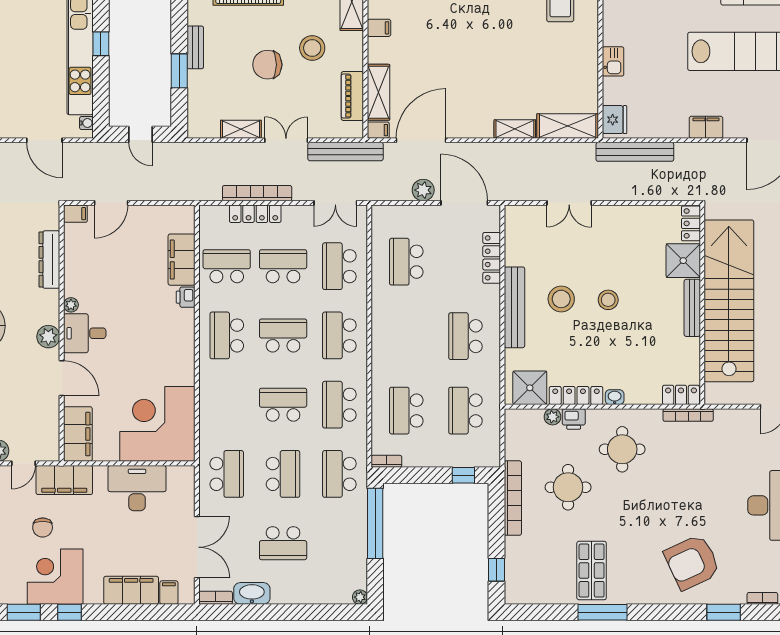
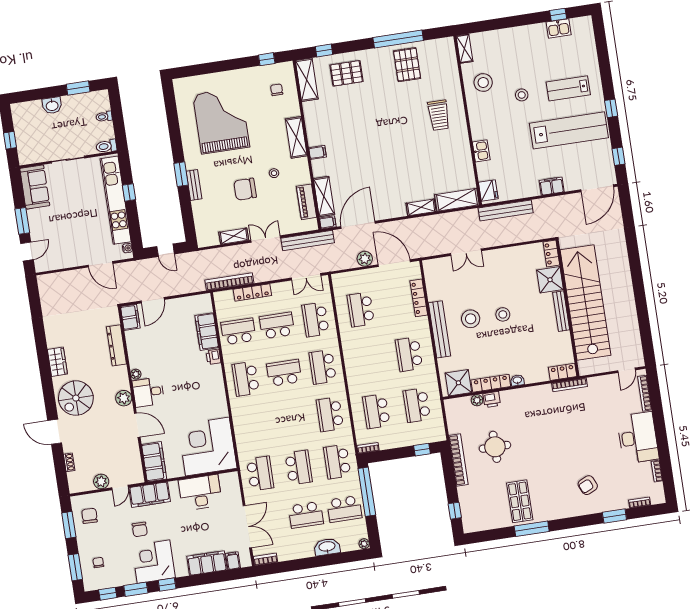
stool: (312, 48) -> (274, 173), width x0.53, depth x0.53
window: (179, 71) -> (181, 174), moved
bookcase: (257, 193) -> (229, 282), moved
filing cabinet: (75, 214) -> (130, 317), width x2.00
school desk: (283, 405) -> (344, 509), moved, turned 180
round table: (622, 449) -> (528, 415), removed
armchair: (692, 562) -> (588, 485), width x0.53, depth x0.53
washbasin: (252, 593) -> (327, 547), moved

